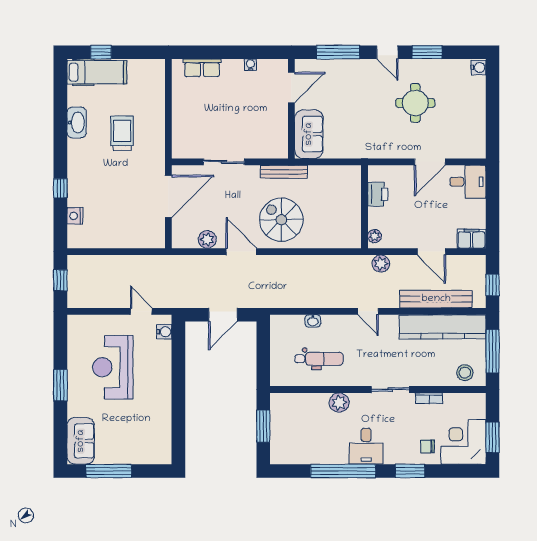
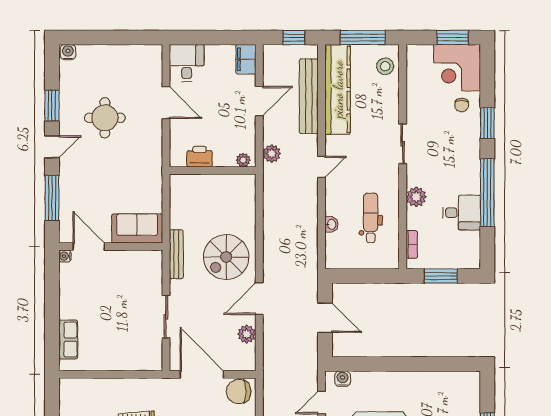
water cooler: (251, 65) -> (65, 256), moved
chair: (152, 232) -> (239, 392), added
bookcase: (429, 398) -> (412, 244), moved
desk: (366, 446) -> (462, 213), moved

